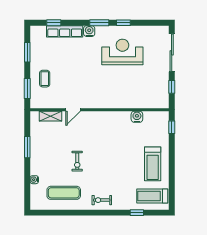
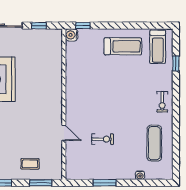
shelving: (51, 116) -> (71, 157), removed
water cooler: (137, 117) -> (71, 35), moved
exercise bike: (77, 161) -> (103, 139), moved

